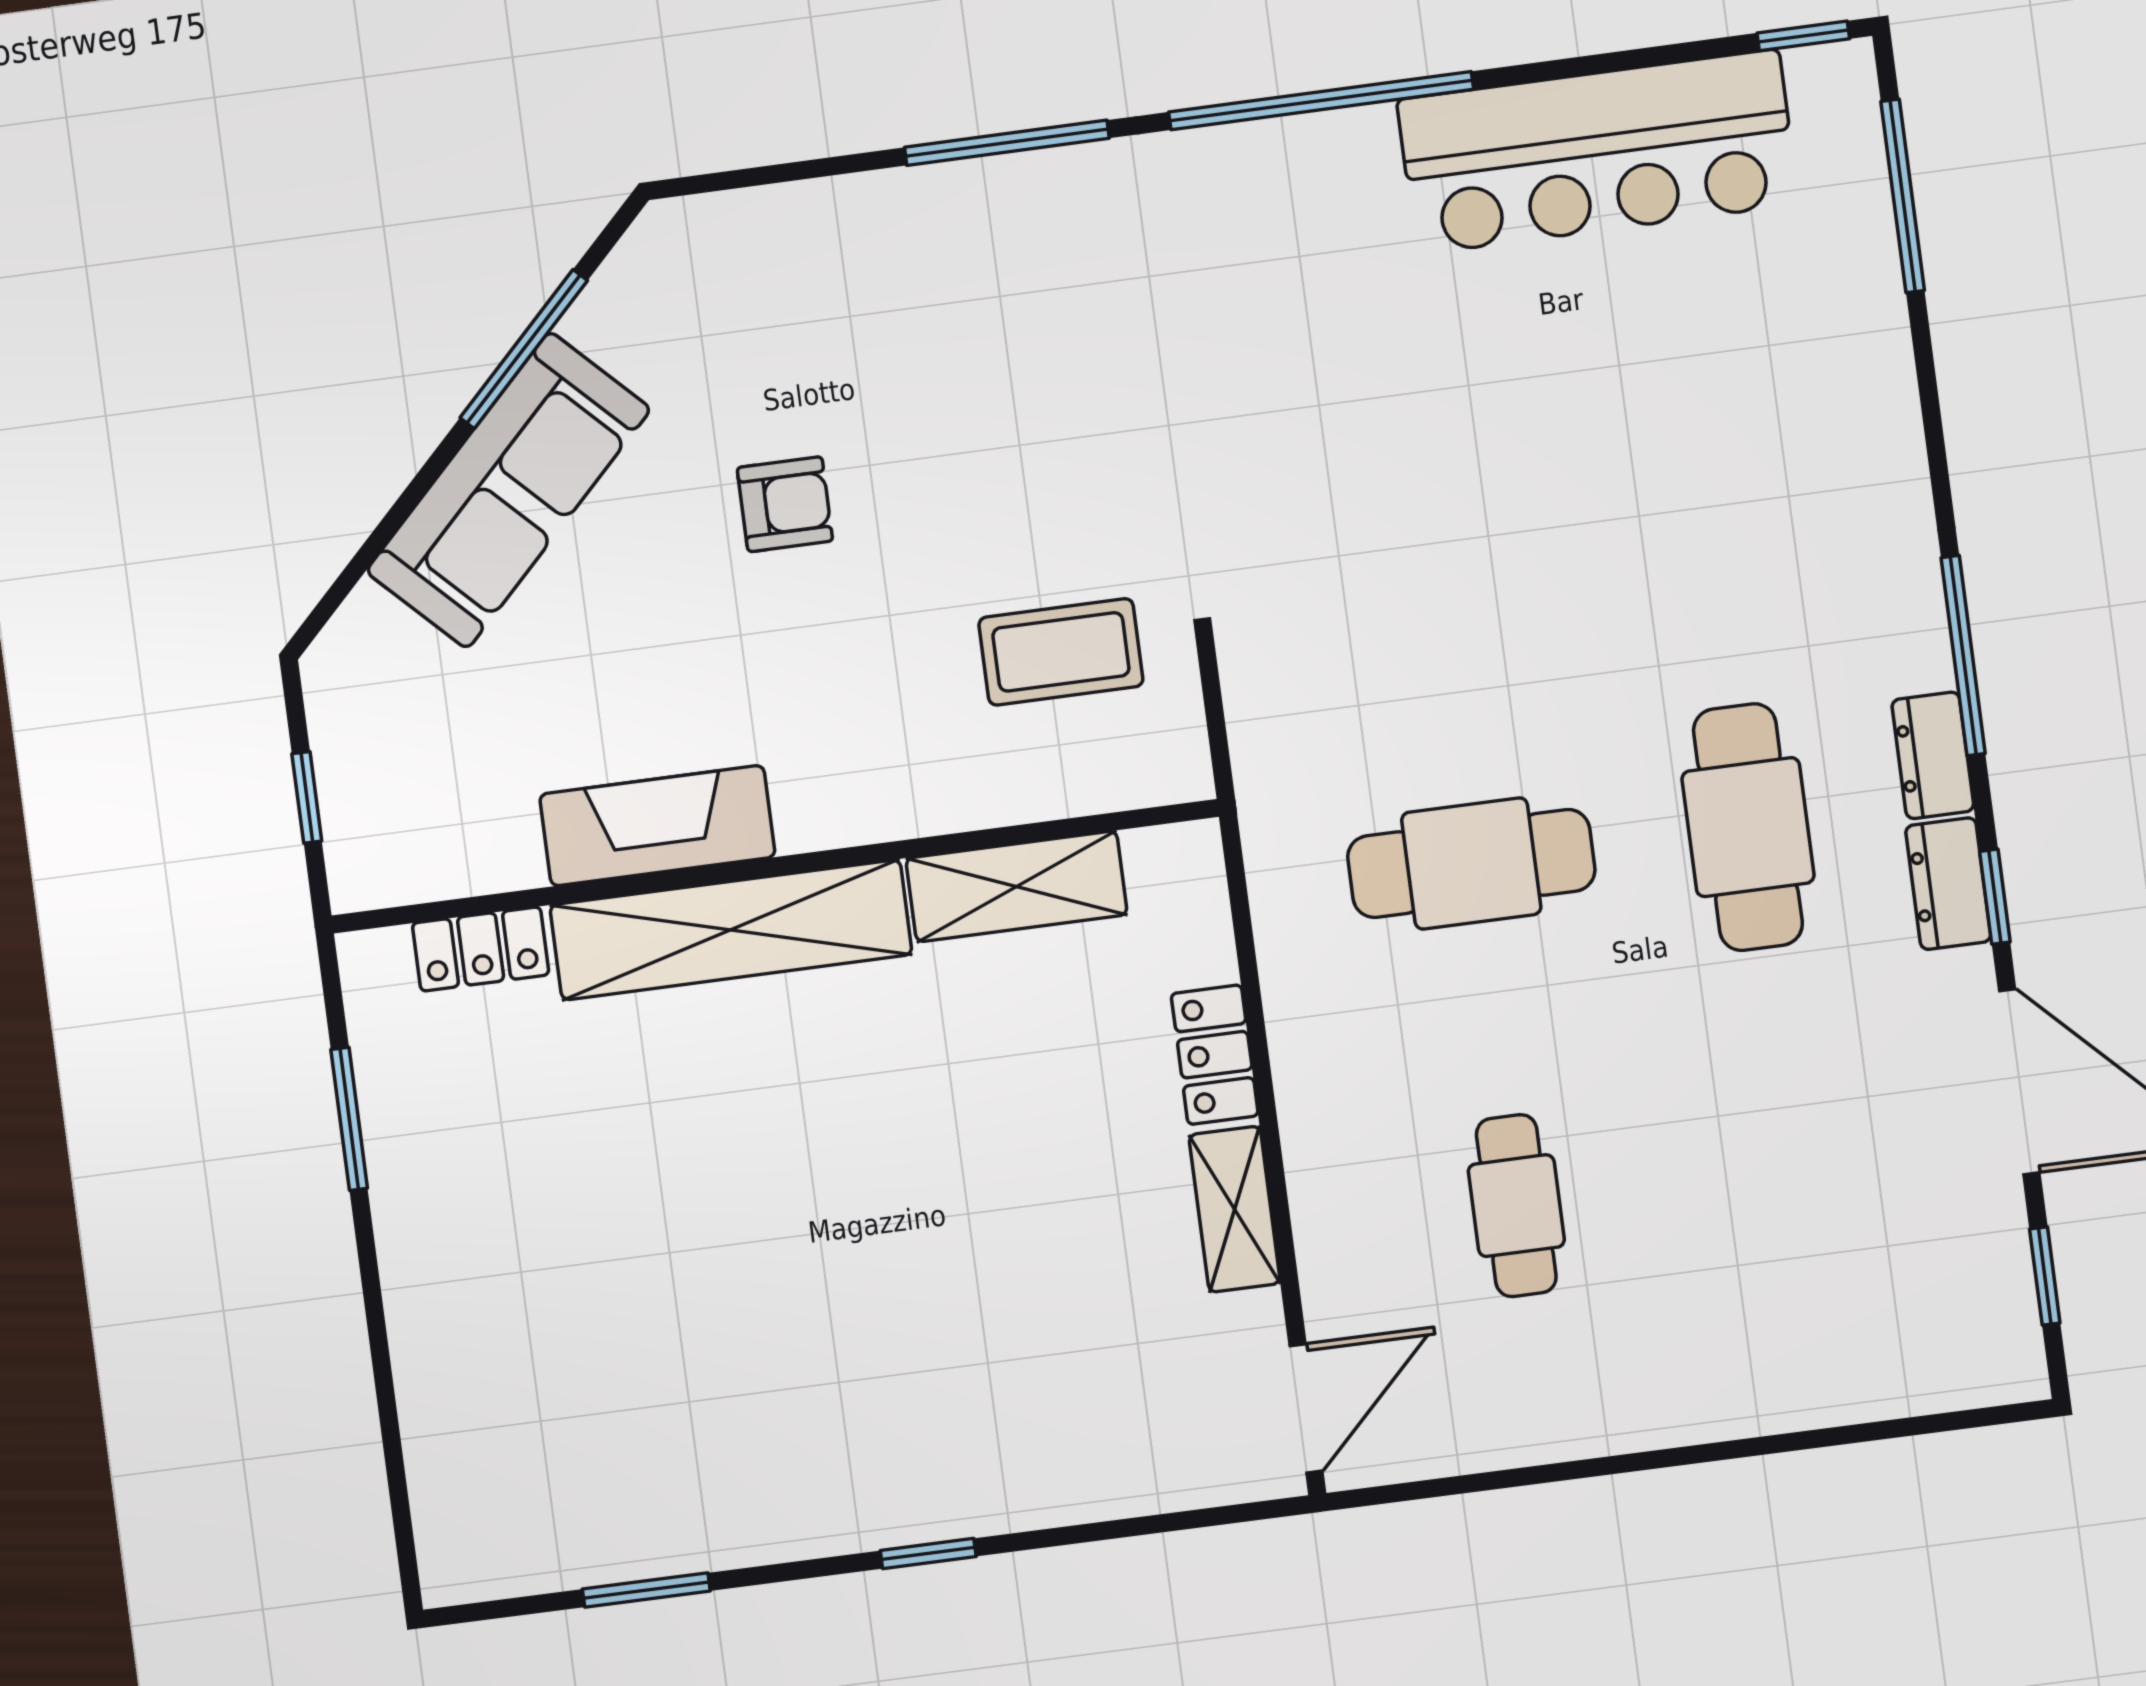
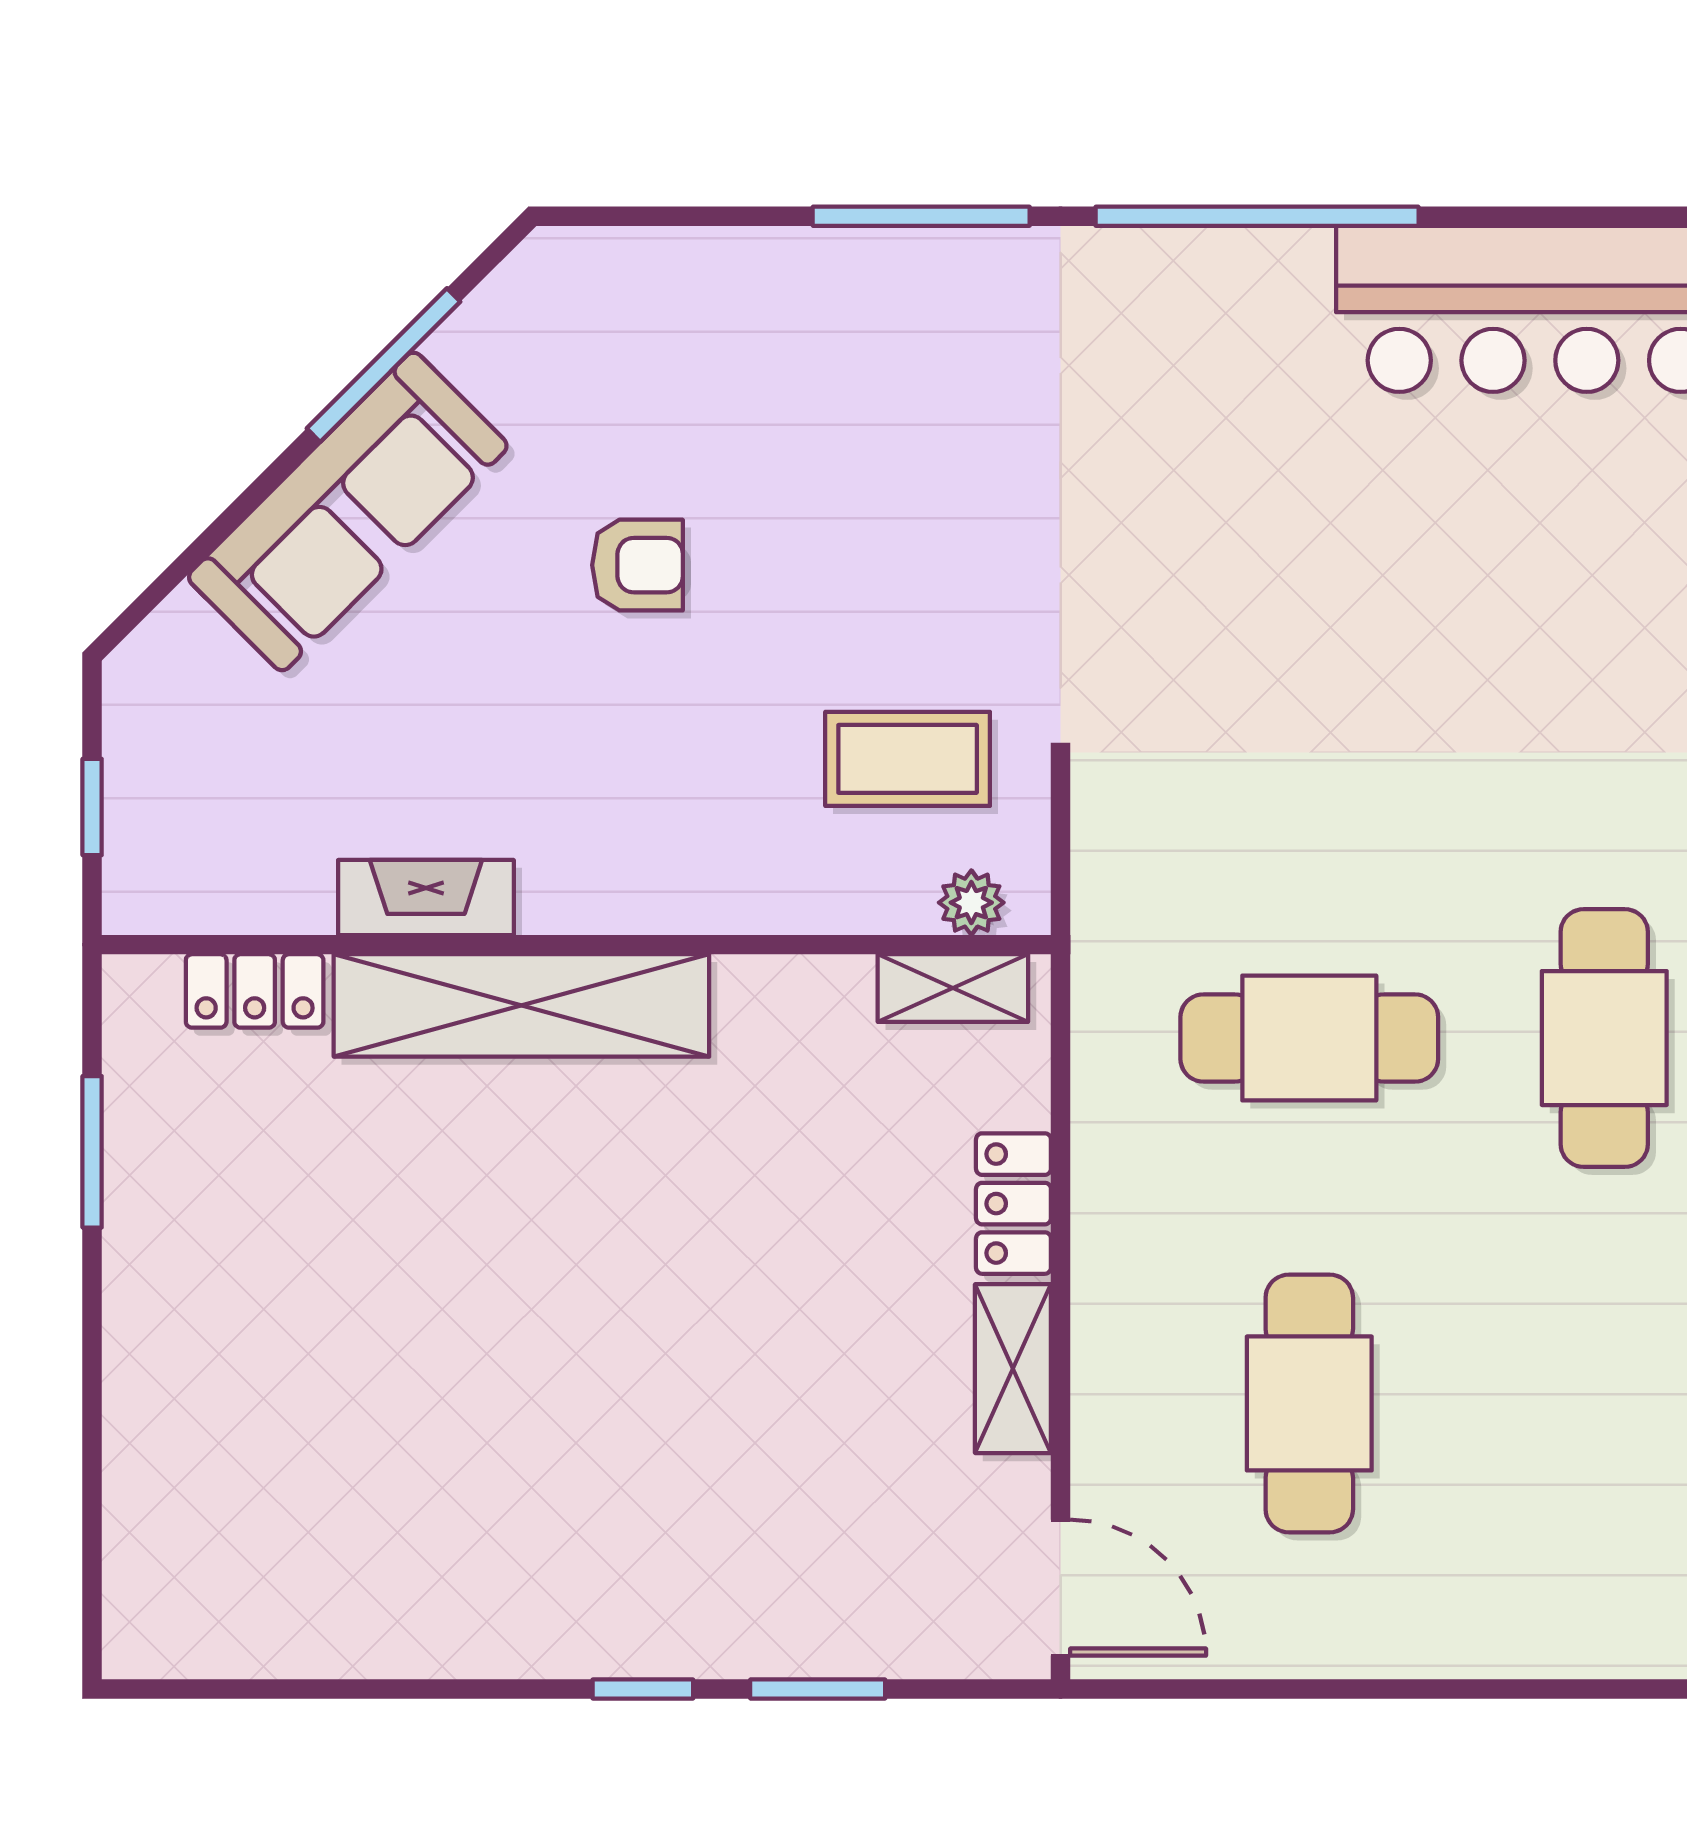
plant: (1138, 778) -> (971, 903), added
fireplace: (657, 826) -> (426, 897), width x0.73, depth x0.76
shelving: (1017, 886) -> (953, 988), moved, width x0.67, depth x0.75
cafe table: (1516, 1206) -> (1309, 1403), width x1.37, depth x1.35
door: (1306, 1408) -> (1061, 1588), hinge flipped
window: (646, 1590) -> (818, 1689), moved

